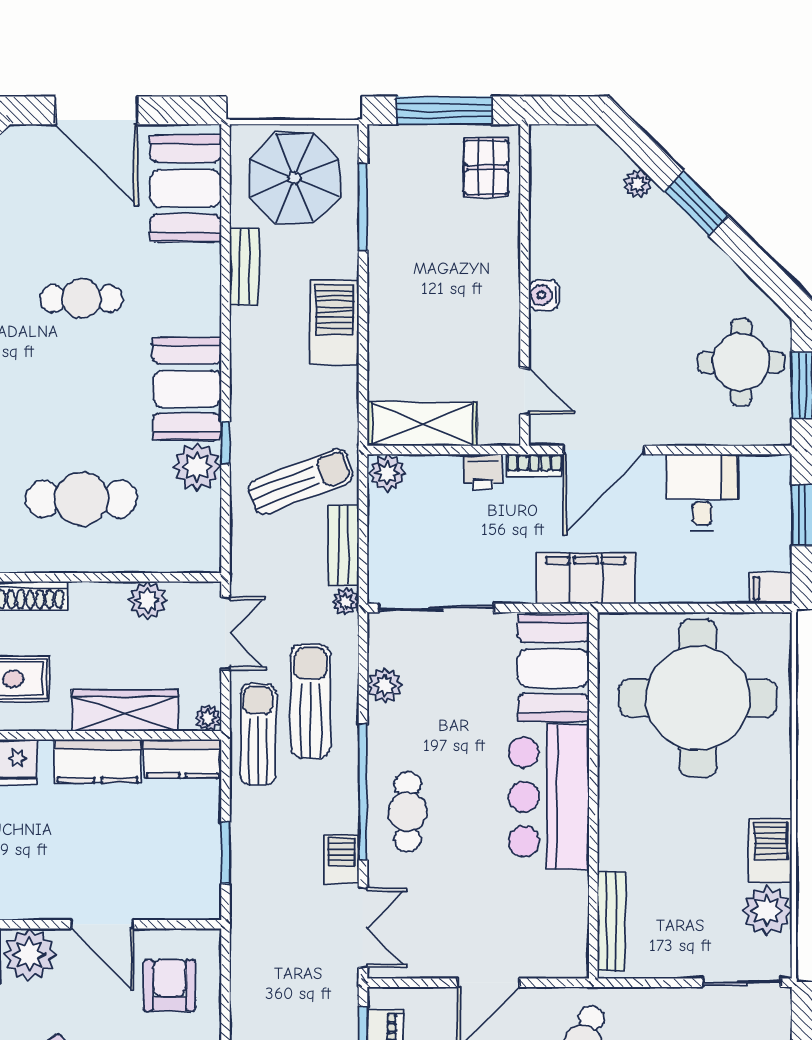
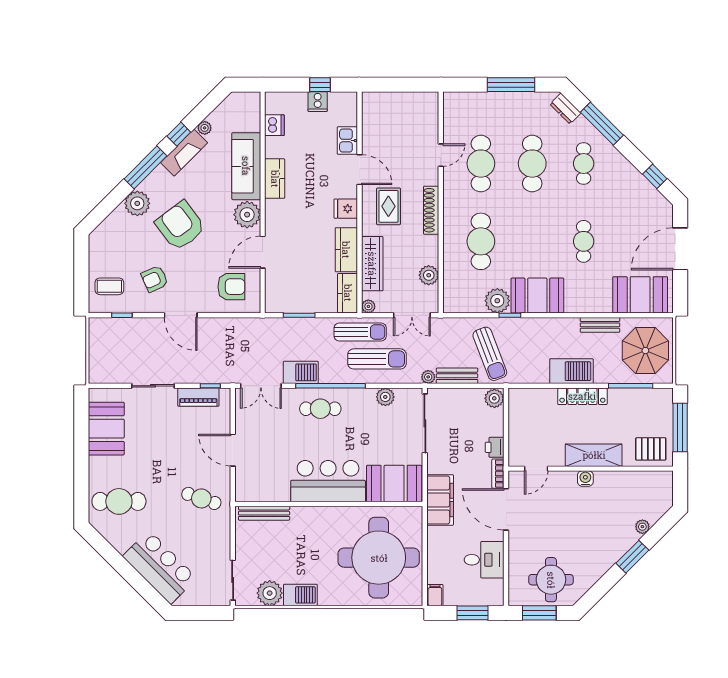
locker: (383, 301) -> (582, 396), added
shelving: (422, 424) -> (594, 455), moved, turned 90
barbecue: (341, 859) -> (301, 372), width x1.38, depth x1.27

